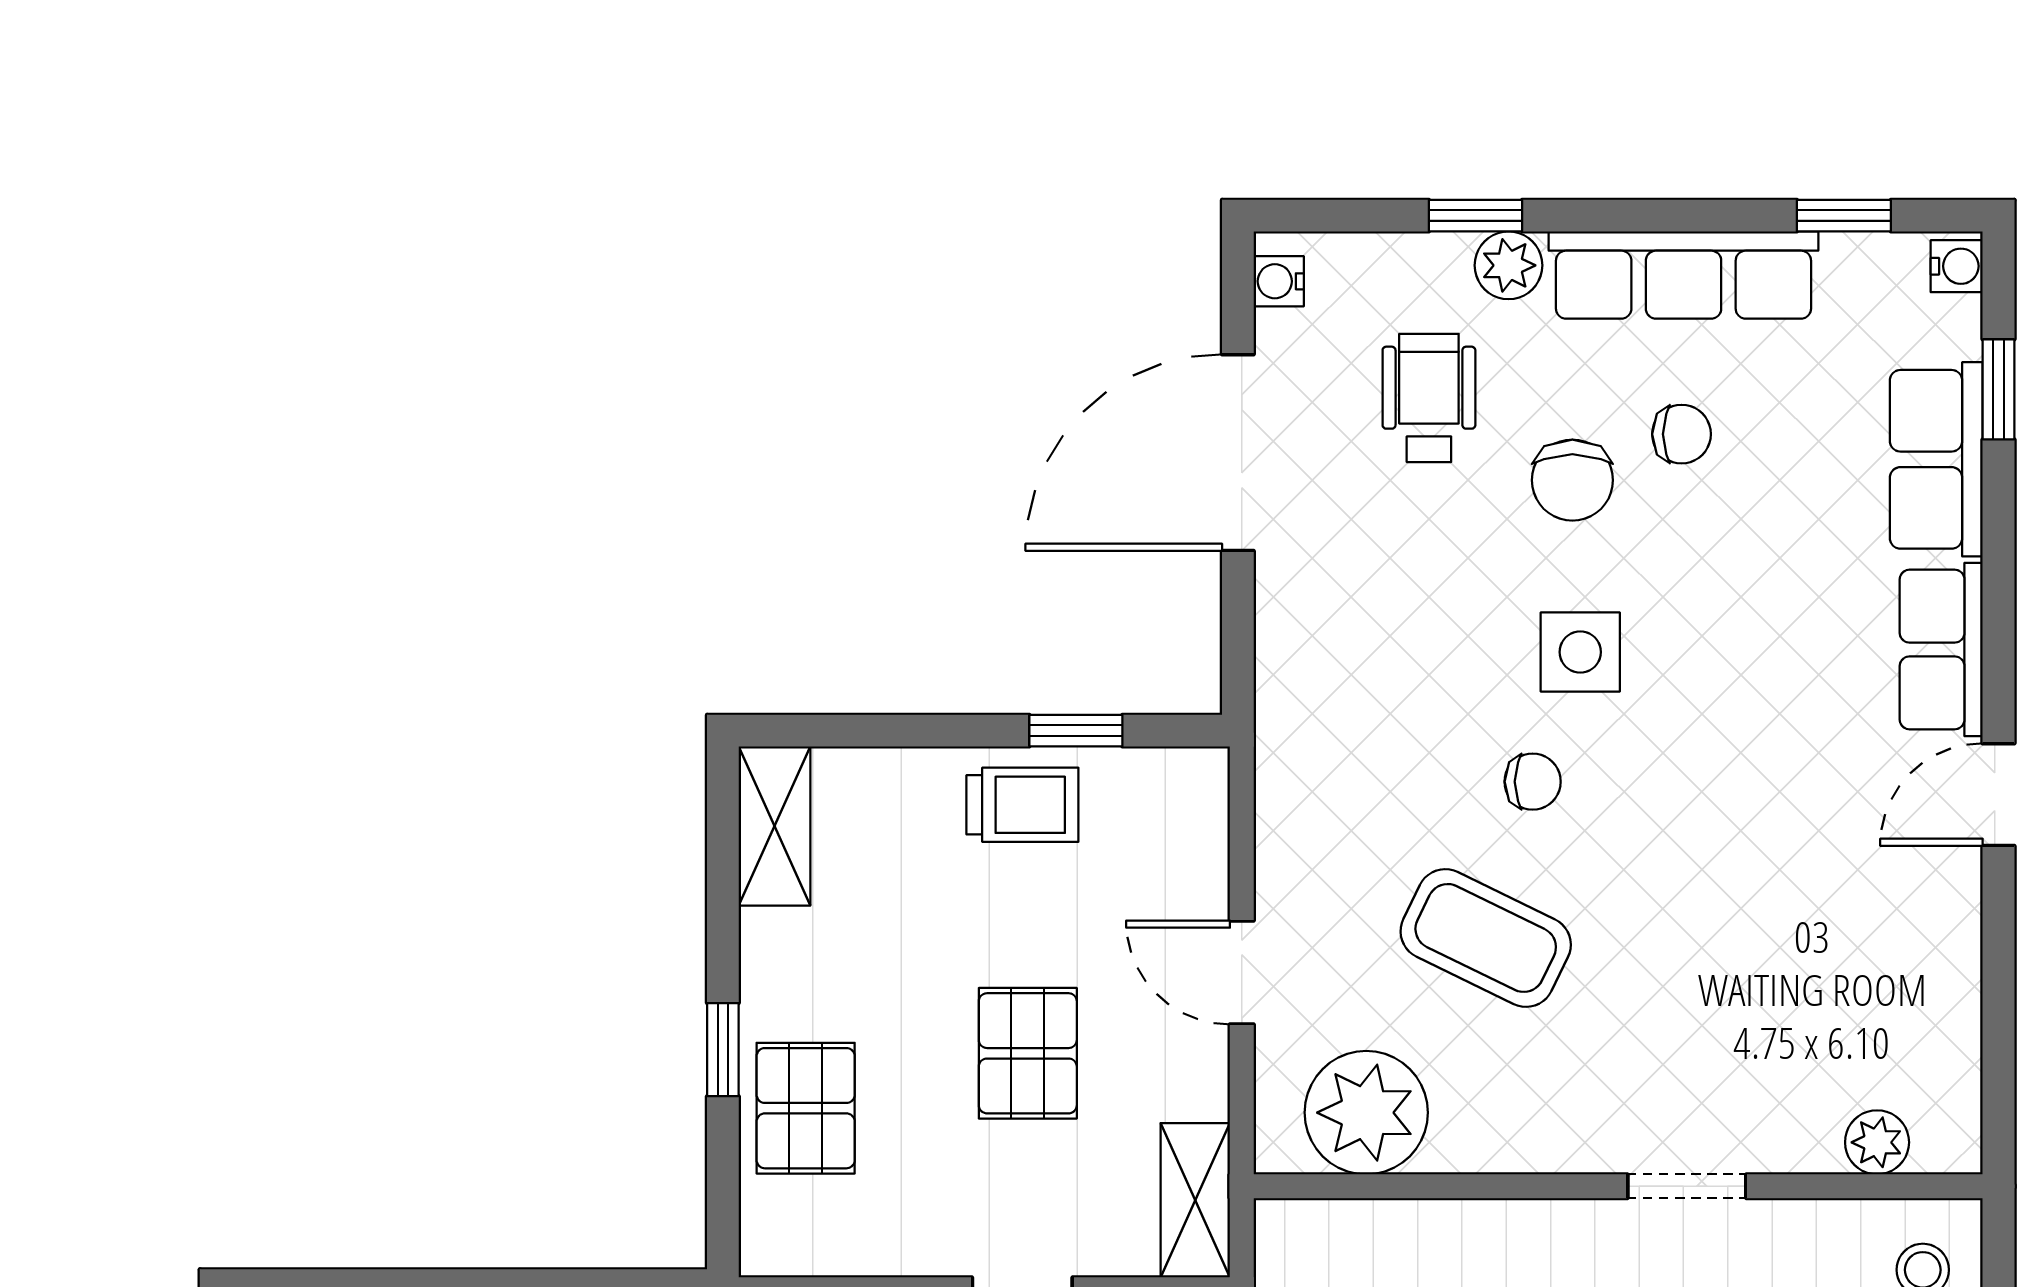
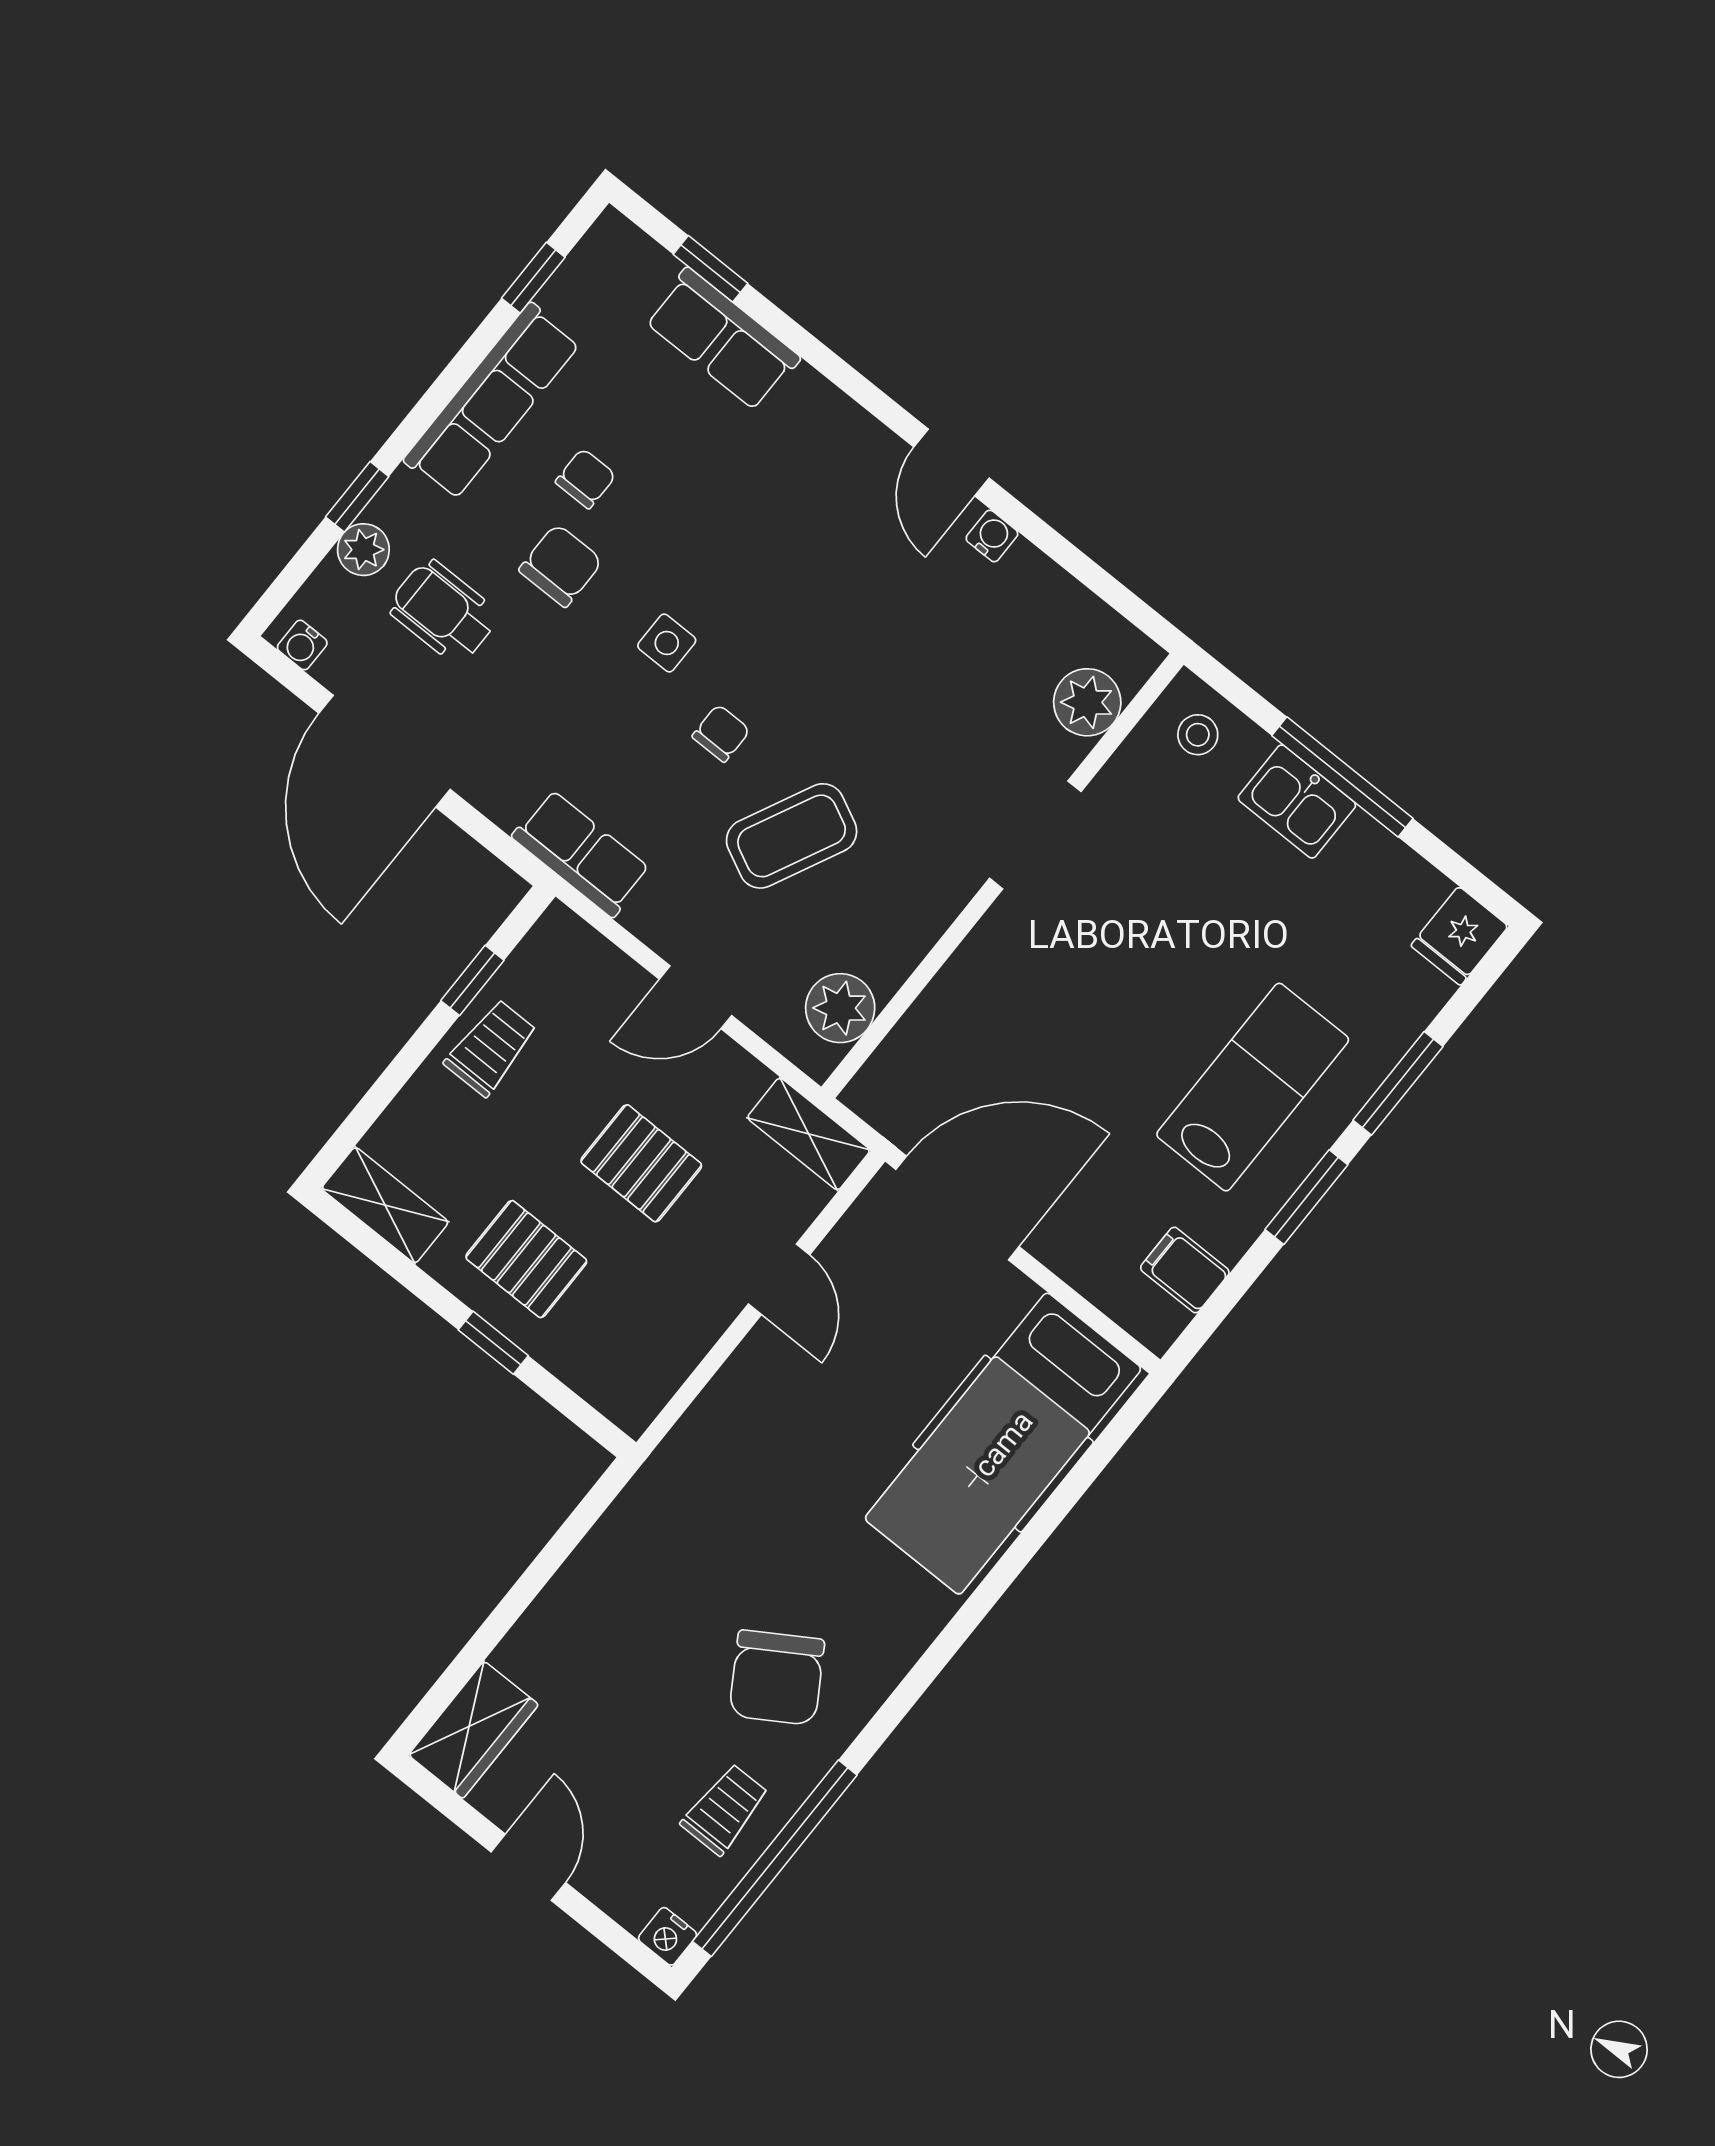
plant: (1509, 265) -> (363, 550), moved
water cooler: (1957, 266) -> (992, 536), moved
chair: (1572, 480) -> (561, 566), turned -90
row of seats: (1941, 650) -> (581, 853), moved, turned 180
side table: (1580, 652) -> (667, 643), width x0.73, depth x0.73
pallet: (806, 1108) -> (526, 1259), moved
plant: (1366, 1113) -> (840, 1008), width x0.73, depth x0.73
plant: (1877, 1142) -> (1087, 702), width x1.38, depth x1.38
doorway: (1687, 1186) -> (1035, 835), width x1.38

